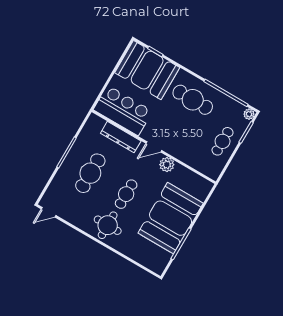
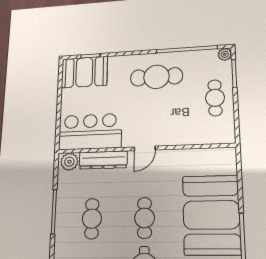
booth: (147, 70) -> (84, 72), width x0.73, depth x0.70
plant: (167, 165) -> (69, 162), moved
cafe table: (90, 173) -> (92, 219), width x0.73, depth x0.74

